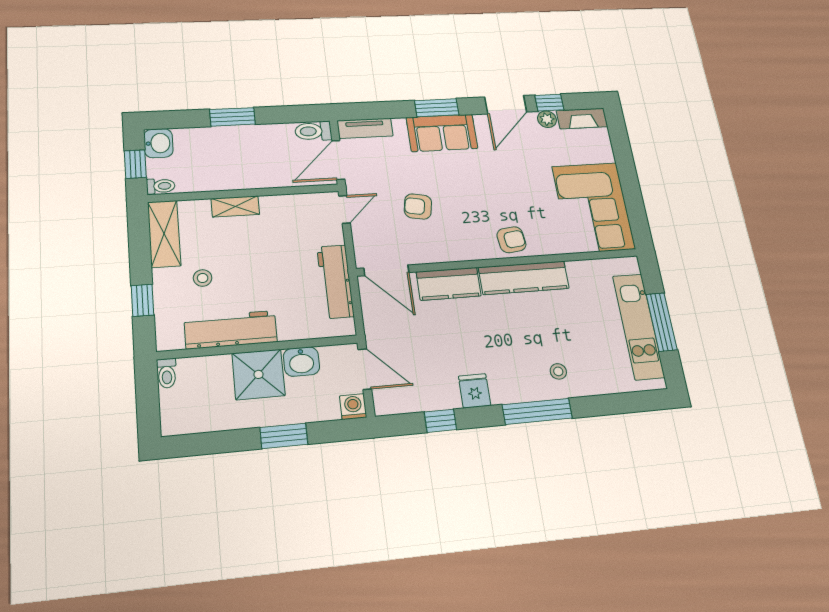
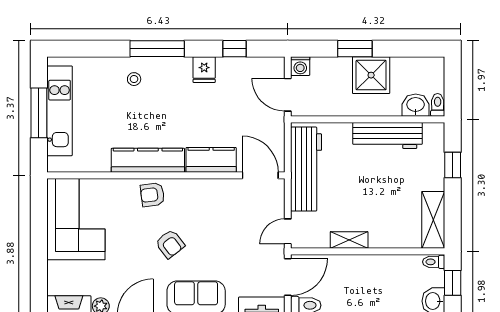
shelving: (235, 206) -> (349, 240), moved
armchair: (418, 206) -> (170, 244), moved, turned 41
stool: (203, 278) -> (406, 180), removed
workbench: (335, 281) -> (306, 169), width x1.36, depth x1.32
washbasin: (301, 362) -> (416, 105), moved
shower: (258, 374) -> (371, 75), moved

